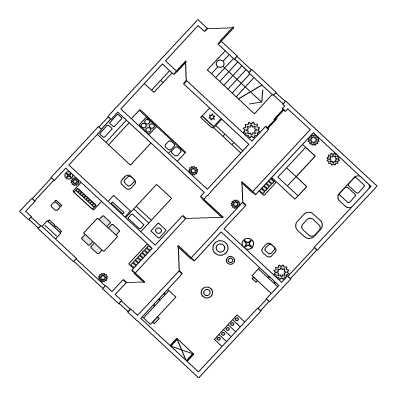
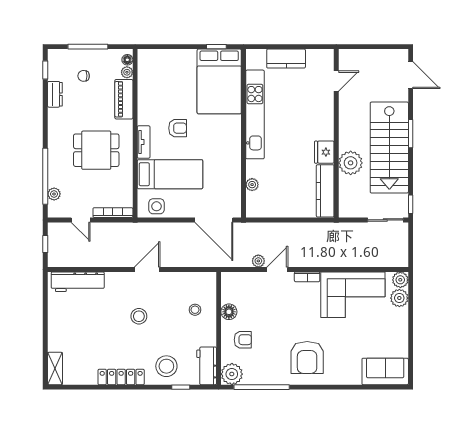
kitchen counter: (158, 78) -> (286, 59), moved
plant: (251, 130) -> (351, 163), moved
plant: (333, 159) -> (399, 298), moved
stool: (220, 248) -> (166, 366), moved
shelving: (182, 350) -> (55, 369), moved

